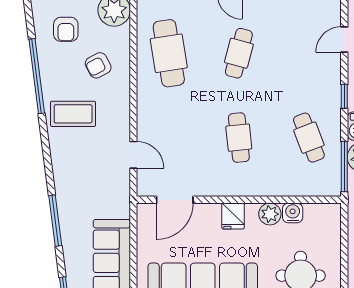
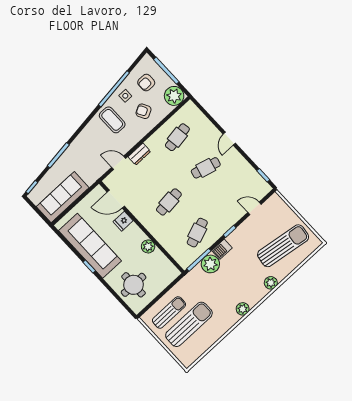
cafe table: (169, 53) -> (177, 137), width x0.73, depth x0.74
side table: (58, 70) -> (125, 96), added
dresser: (146, 119) -> (139, 154), added
door: (133, 155) -> (119, 163), swing flipped
water cooler: (293, 213) -> (158, 256), removed
fridge: (233, 216) -> (123, 221), moved

